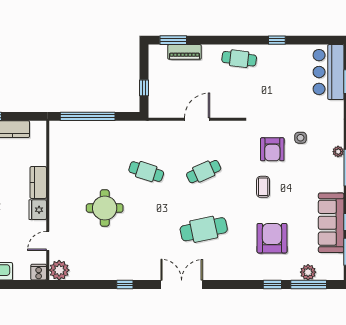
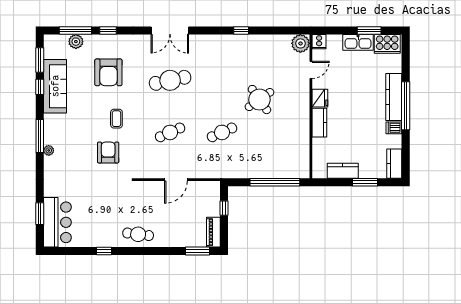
piano: (185, 52) -> (213, 232), moved, turned -90
side table: (301, 138) -> (83, 163), removed
cafe table: (146, 172) -> (222, 132), turned -42
round table: (105, 208) -> (259, 100), turned -35
double door: (182, 285) -> (170, 30), moved

